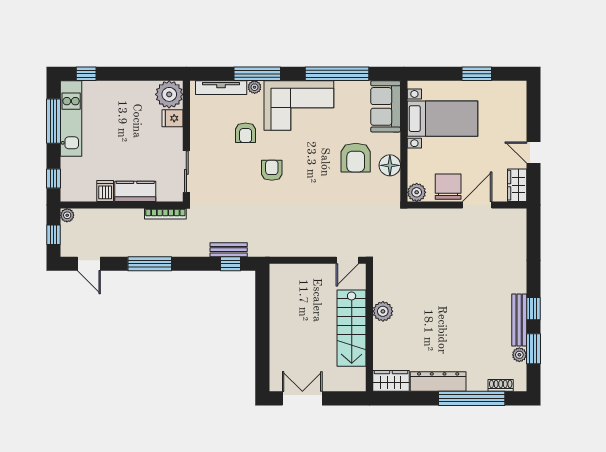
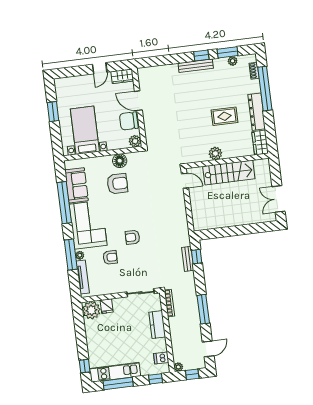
sofa: (386, 106) -> (77, 185), moved, turned -90
dishwasher: (105, 191) -> (161, 358), moved
bench: (519, 320) -> (196, 66), moved
rug: (437, 332) -> (224, 116), added

